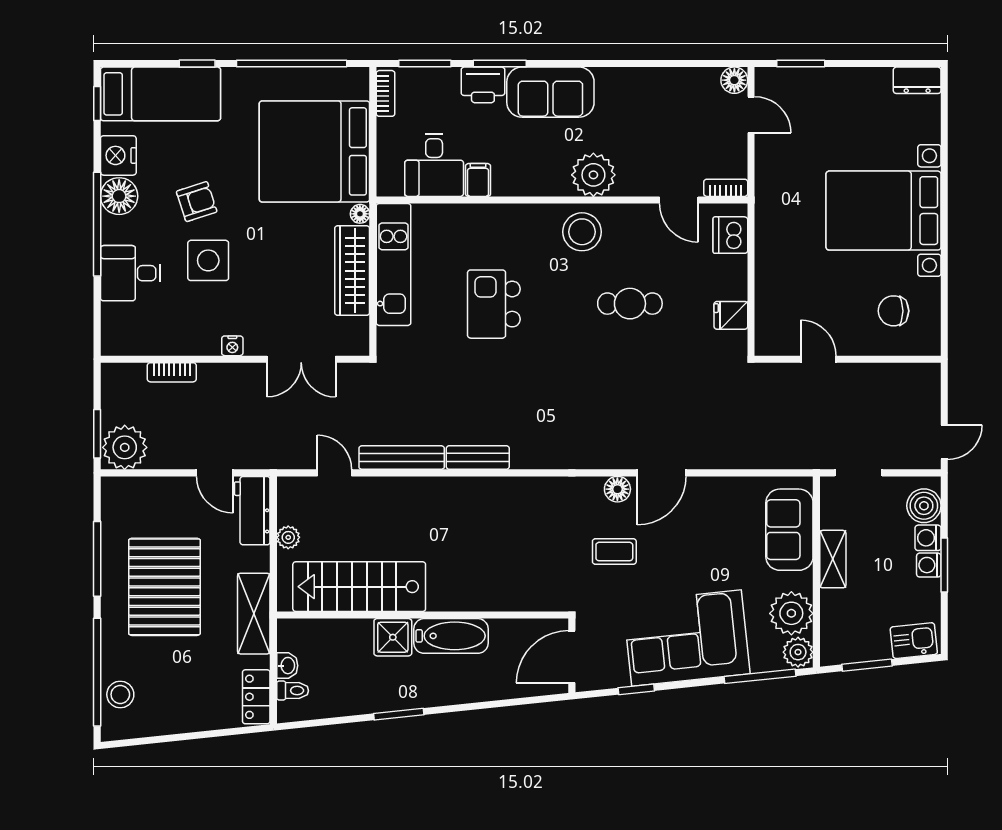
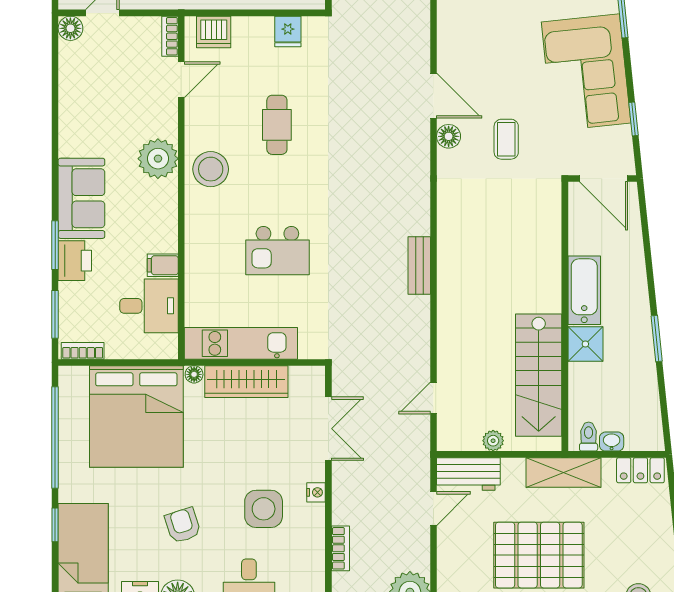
side table: (208, 260) -> (264, 509), moved
bench: (402, 458) -> (419, 336), removed
toilet: (293, 691) -> (589, 437), moved

